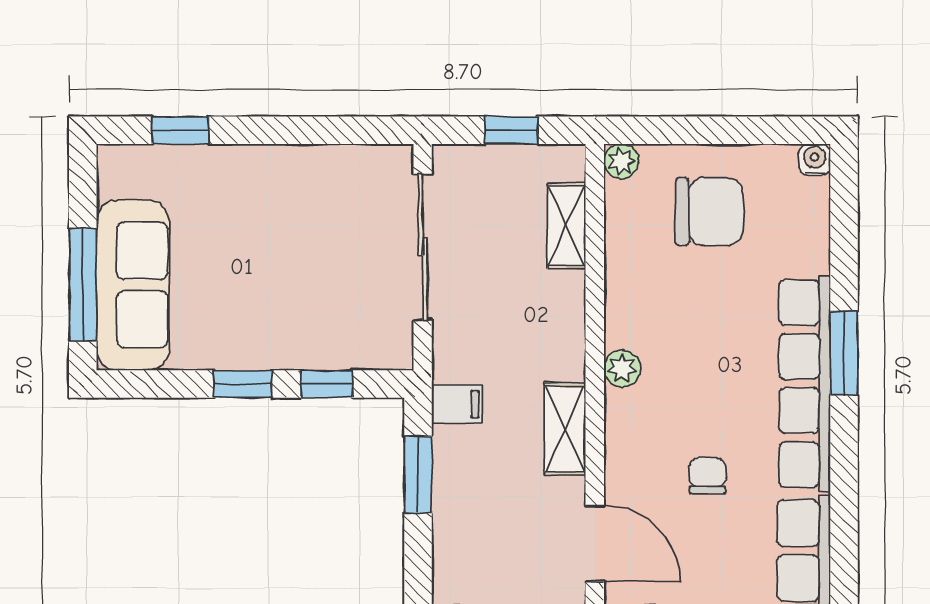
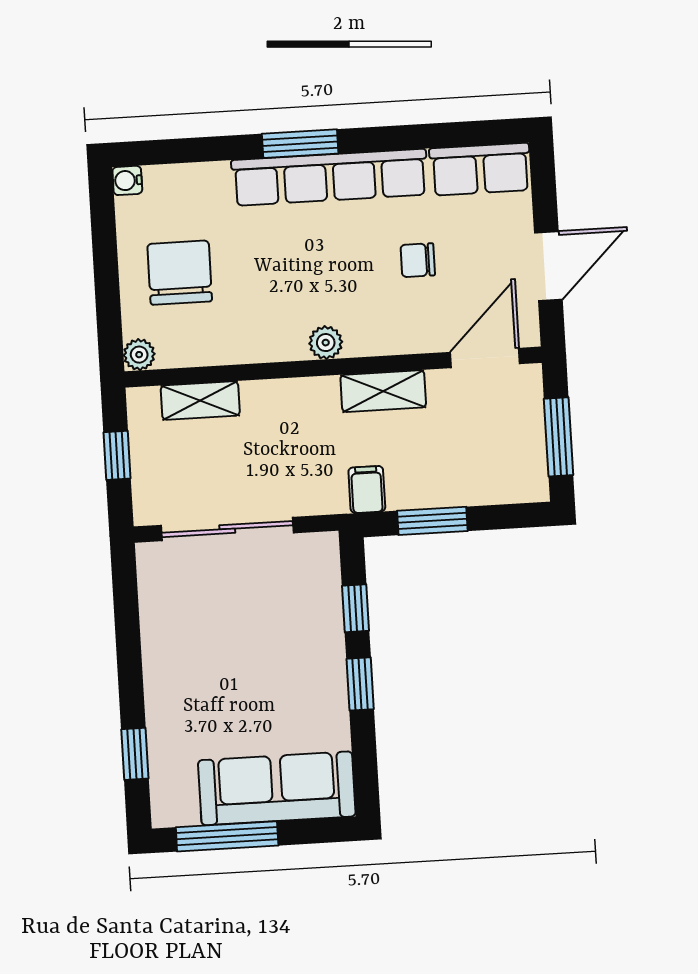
window: (83, 285) -> (227, 836), moved

